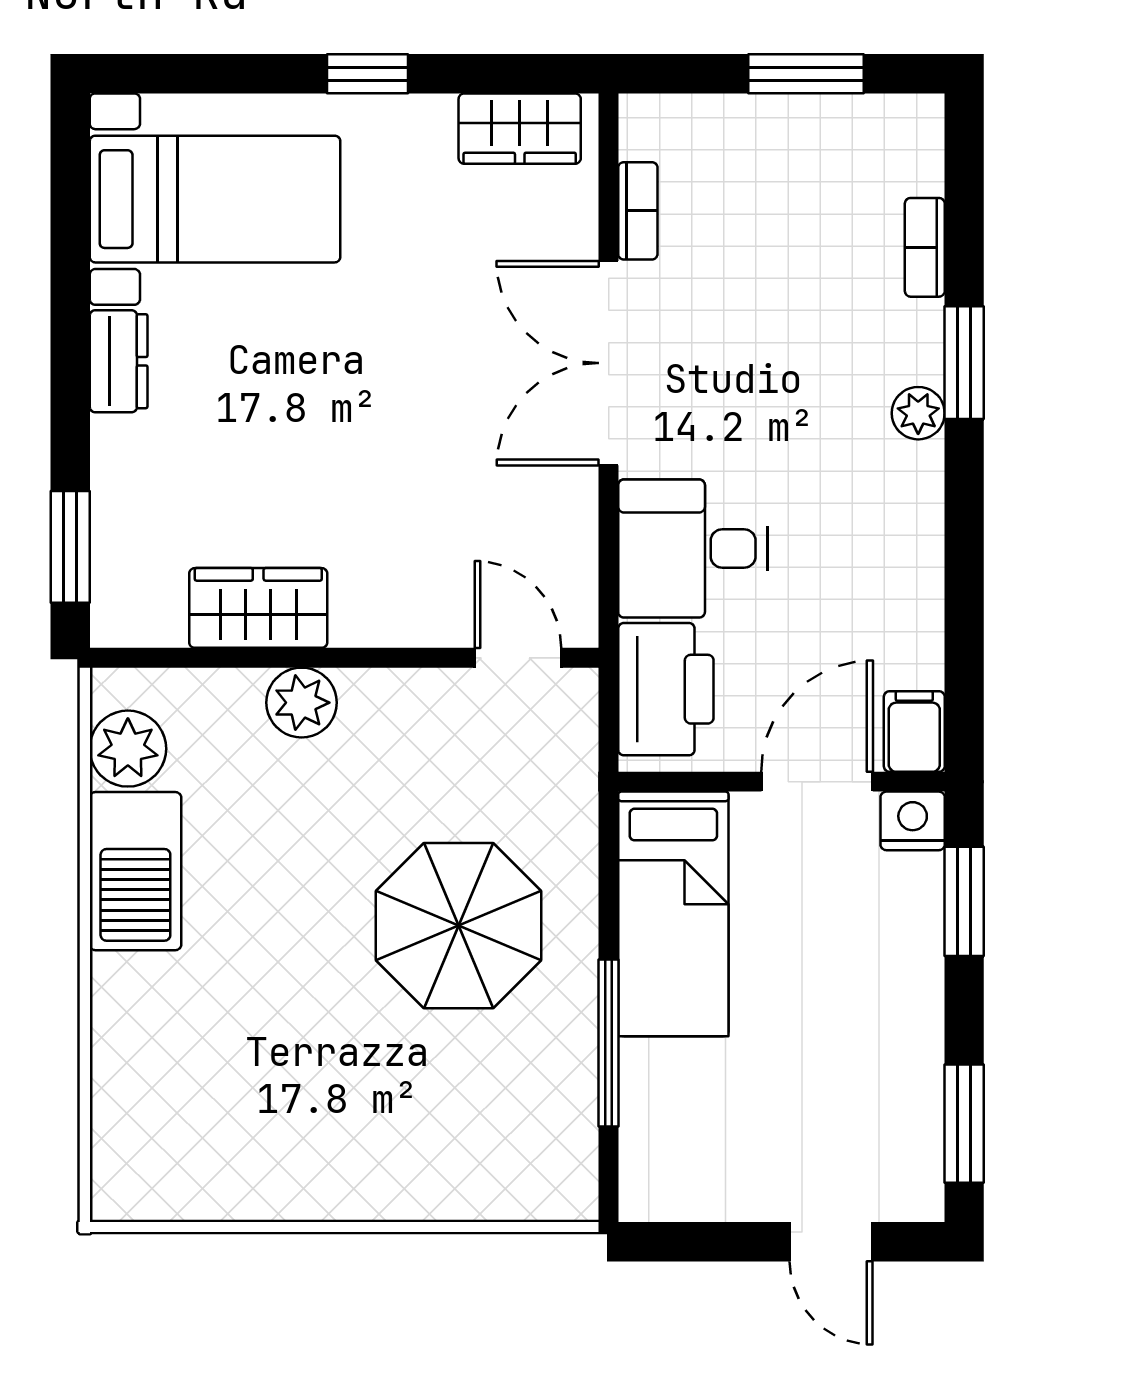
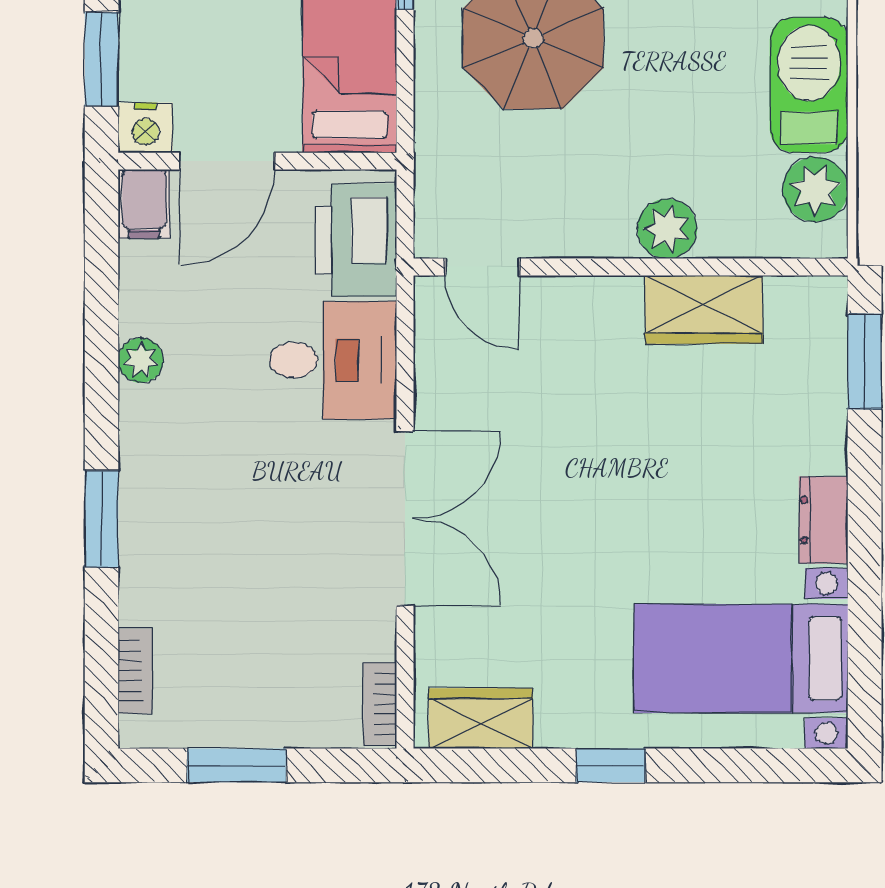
bookcase: (638, 211) -> (380, 704), moved
bookcase: (925, 247) -> (135, 671), moved
plant: (918, 413) -> (141, 360), moved

